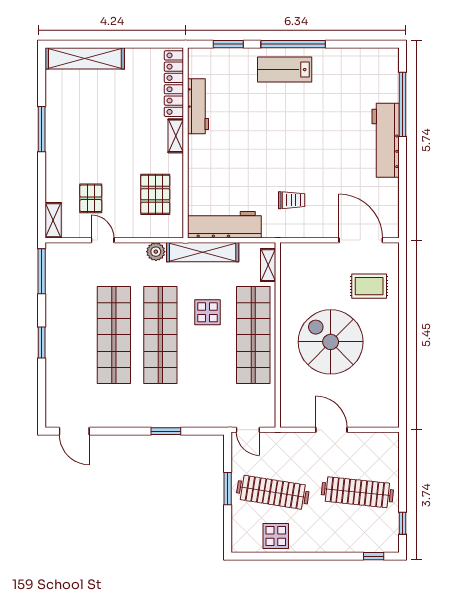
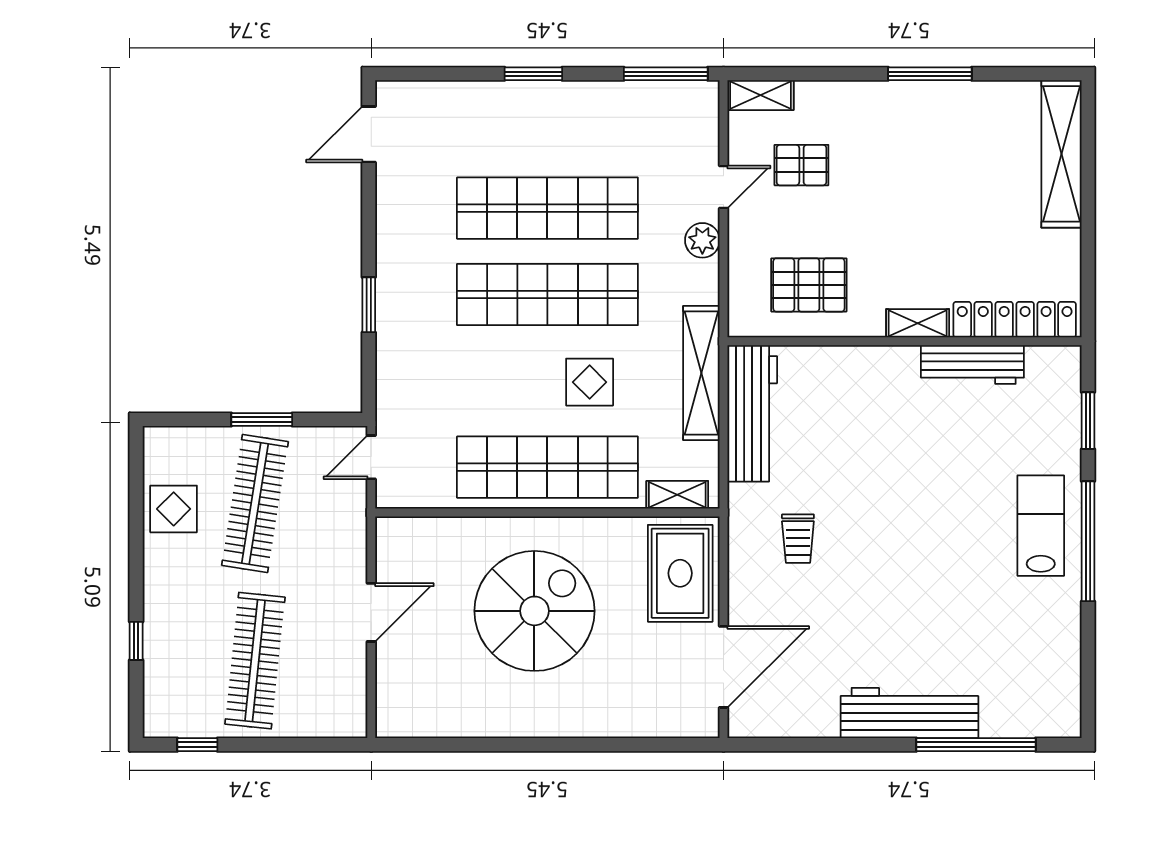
plant: (156, 252) -> (702, 240), moved
rug: (369, 286) -> (680, 573), moved, width x1.36, depth x1.43
window: (374, 556) -> (136, 641), moved

